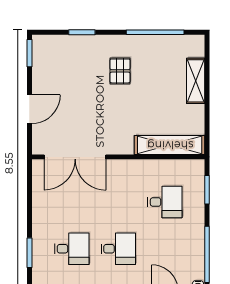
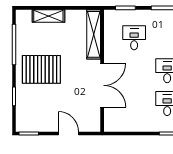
pallet: (120, 71) -> (41, 69), width x2.05, depth x2.00
double door: (75, 157) -> (102, 85), moved

